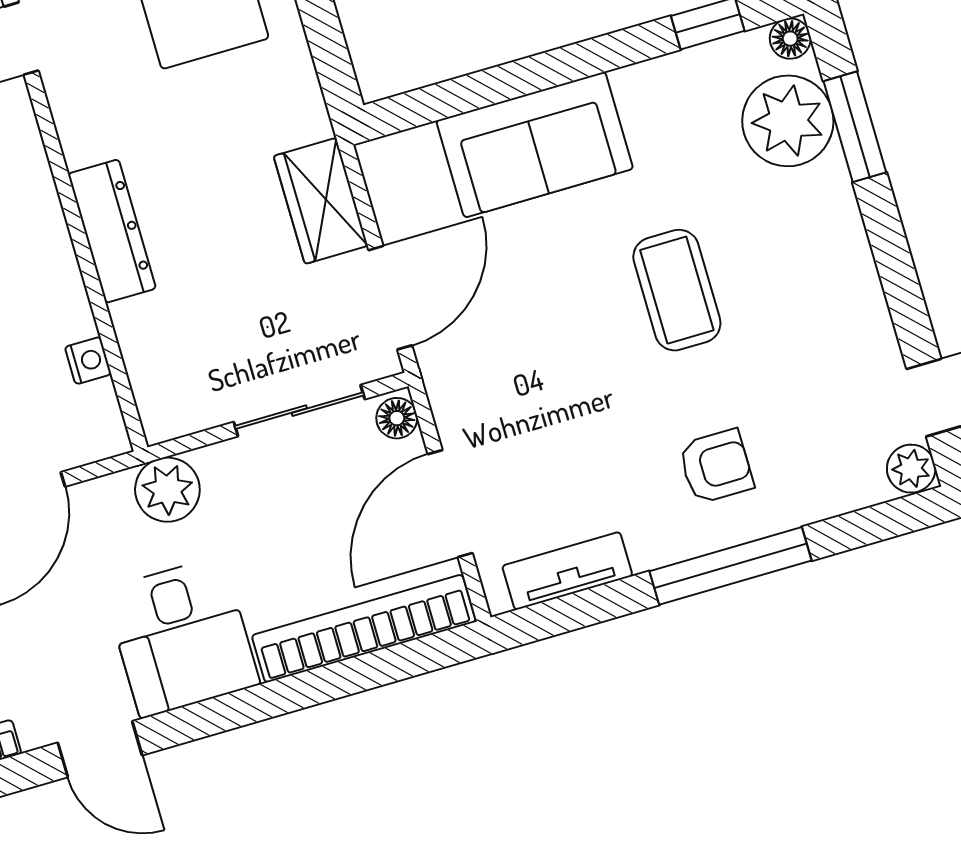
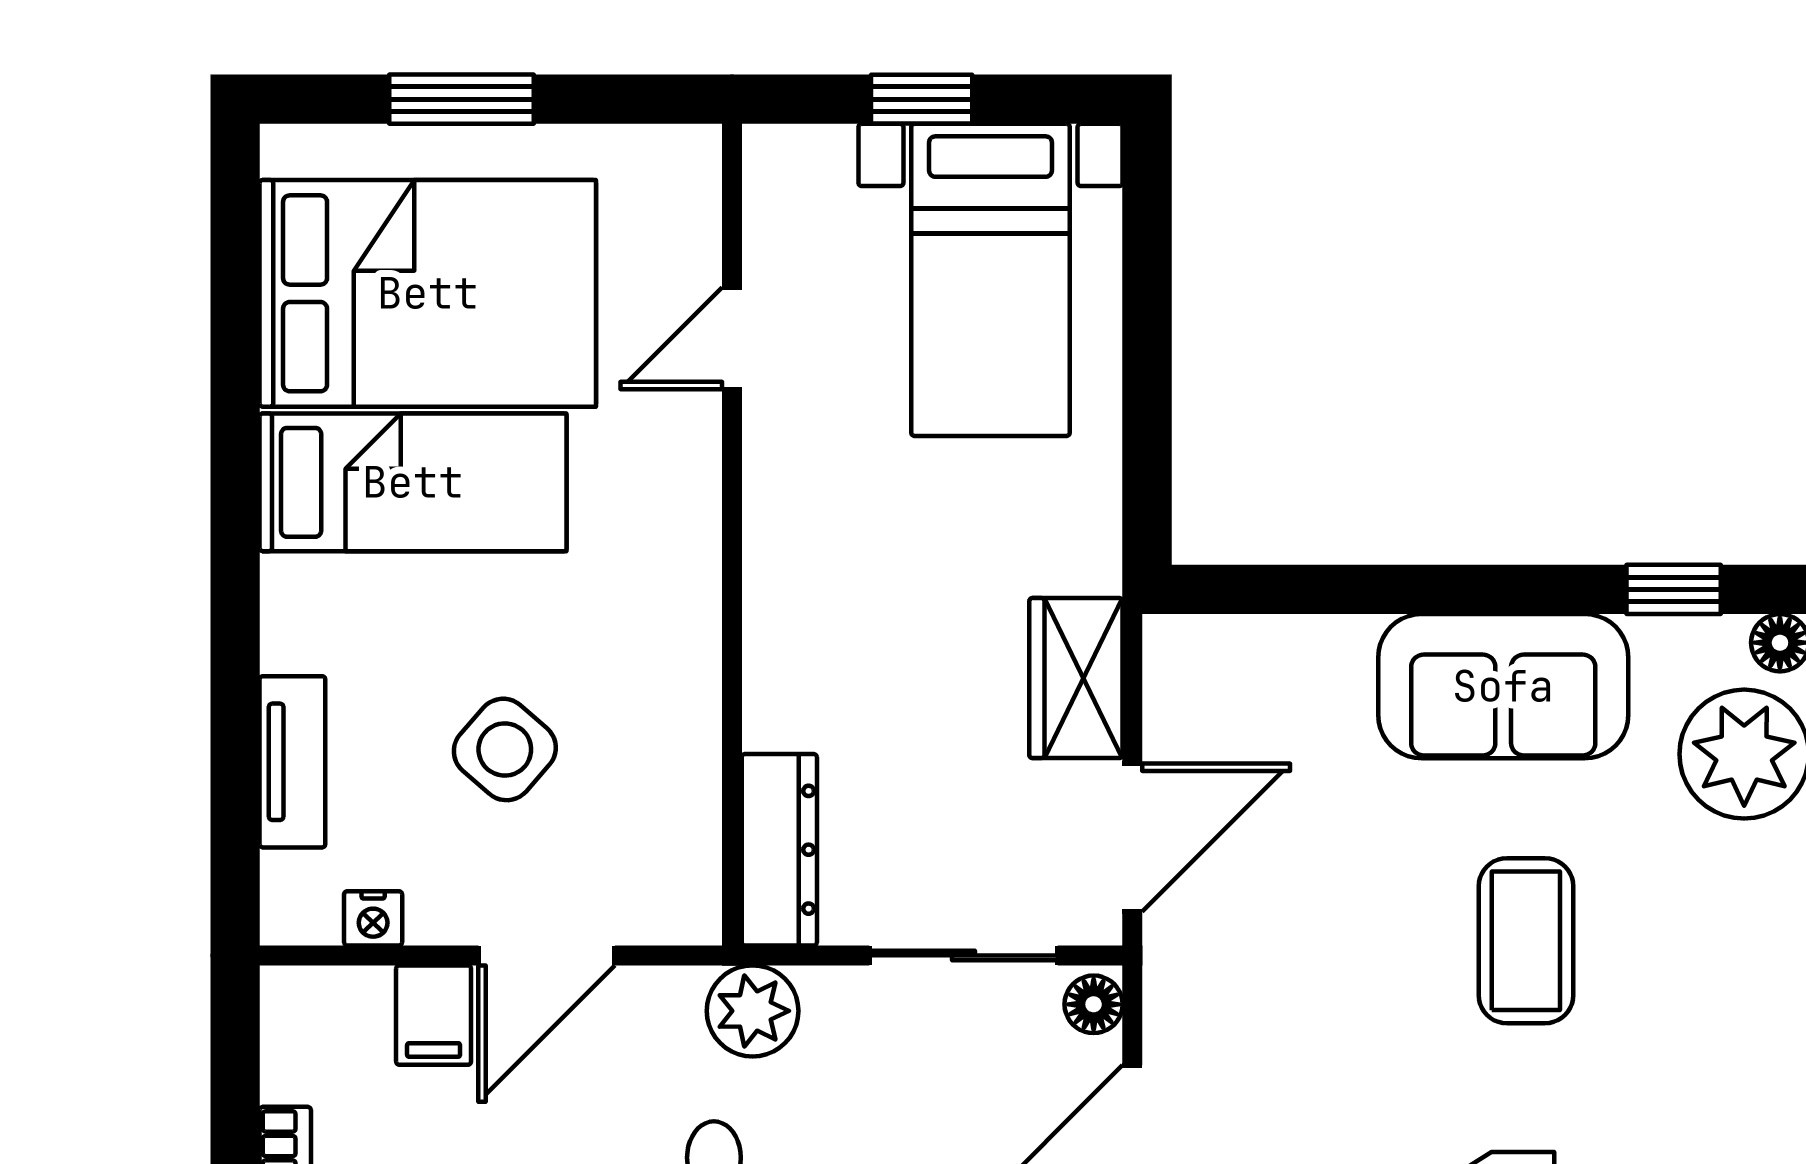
sofa: (535, 145) -> (1503, 686), moved
dresser: (112, 231) -> (779, 850), moved
nightstand: (88, 361) -> (696, 804), removed

